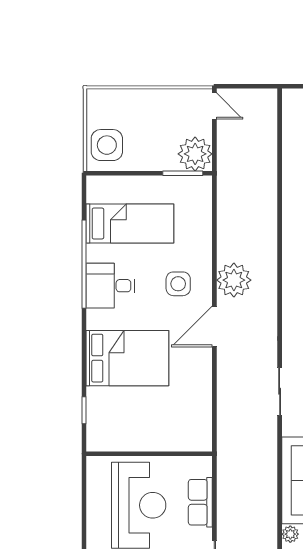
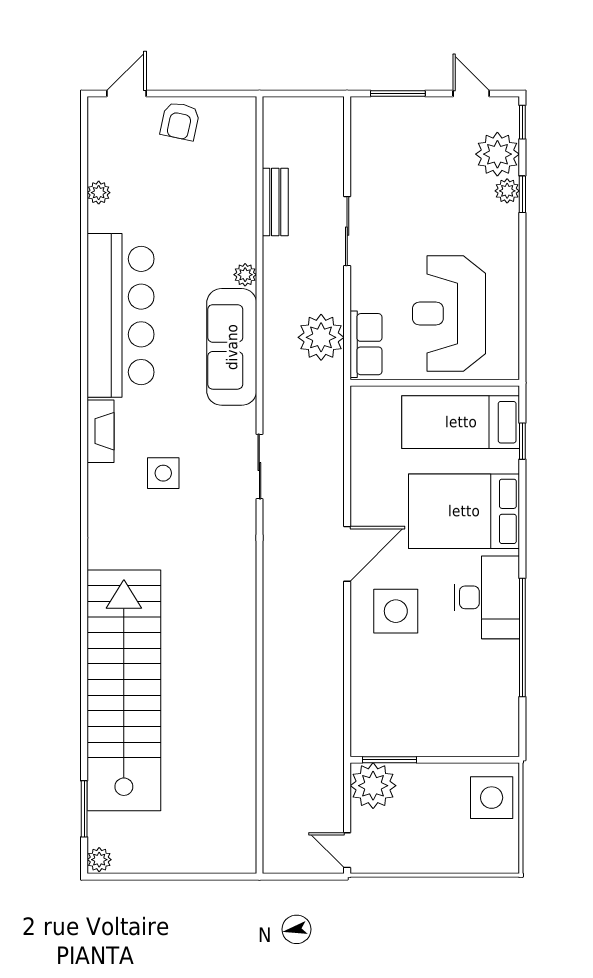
bed: (130, 223) -> (461, 422), moved
plant: (234, 280) -> (321, 337), moved
side table: (178, 284) -> (396, 611), width x1.37, depth x1.37
desk: (110, 286) -> (487, 597), width x1.37
row of seats: (200, 502) -> (366, 344), moved

